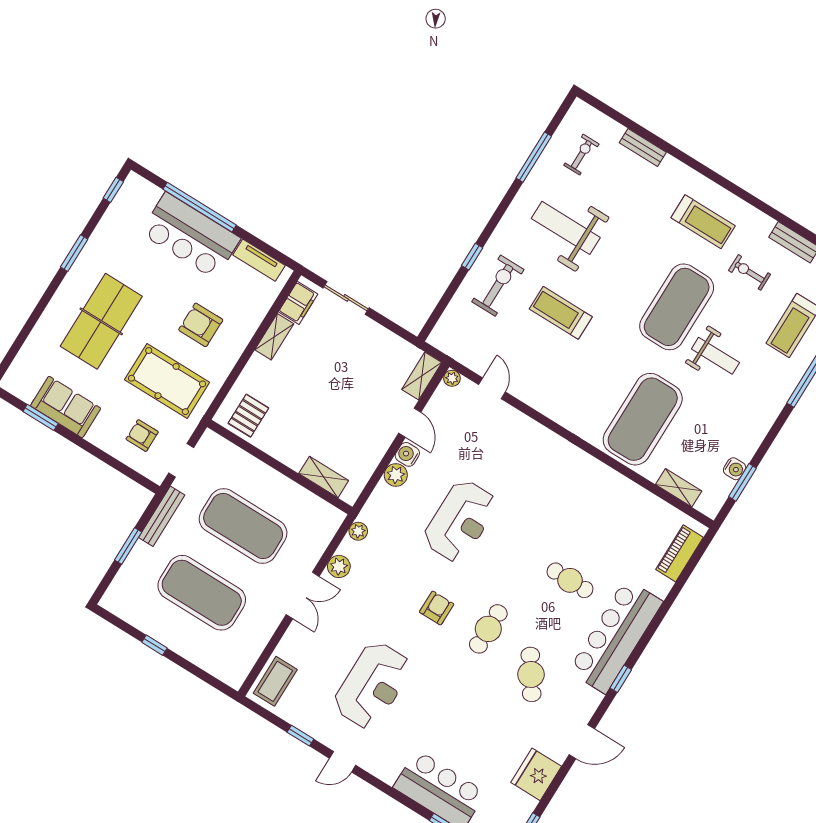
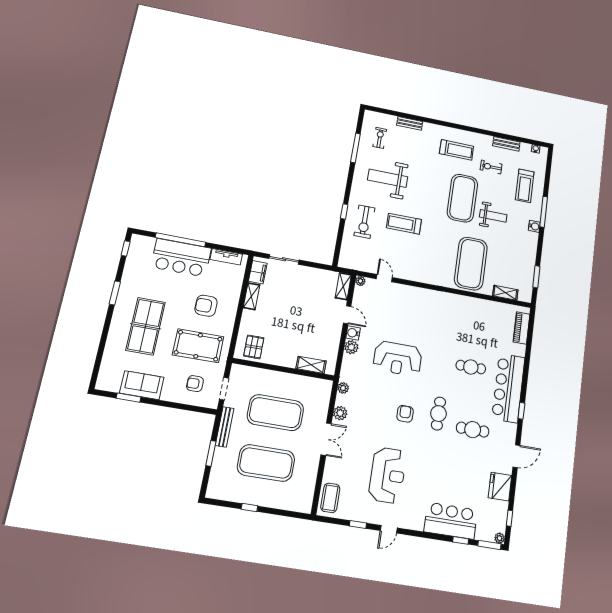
exercise bike: (498, 286) -> (364, 222), turned 180
water cooler: (735, 469) -> (534, 226), moved
reception desk: (460, 521) -> (398, 359), turned 90
cafe table: (531, 674) -> (473, 430), turned -56

